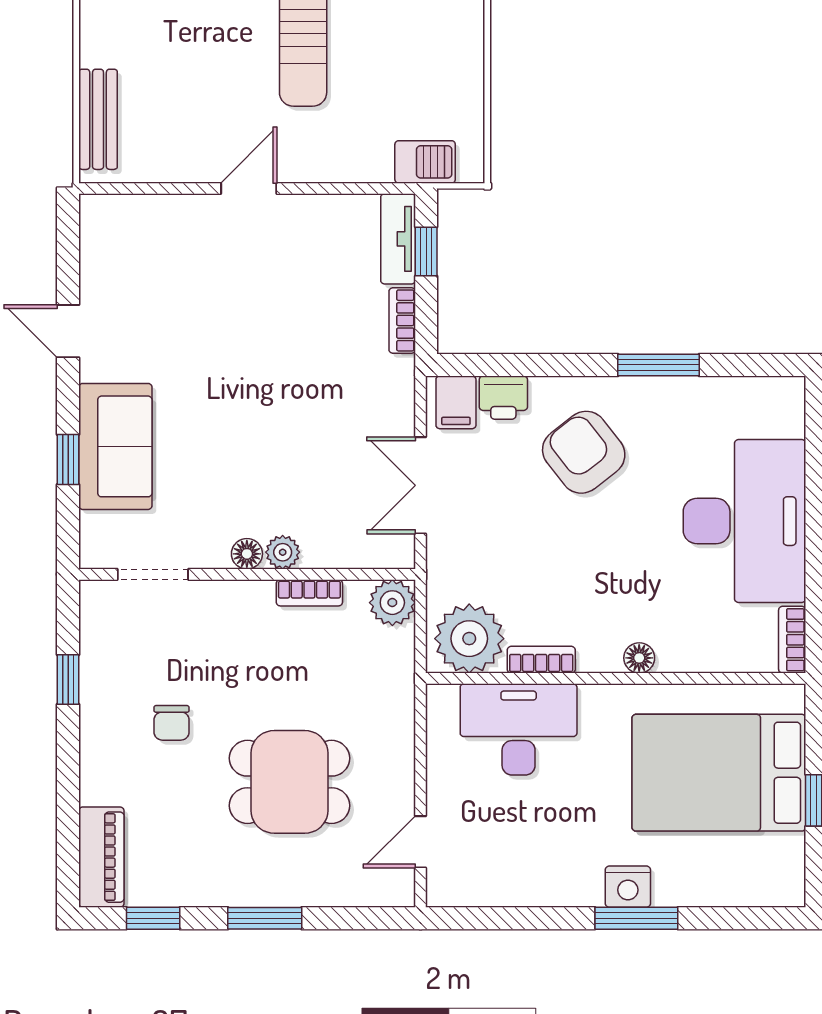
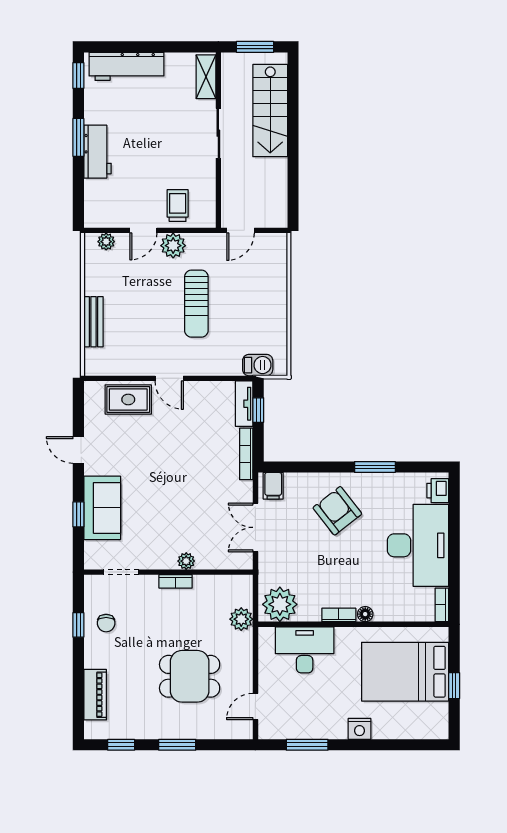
bench: (98, 119) -> (93, 322), moved
door: (249, 188) -> (169, 378), swing flipped
rug: (167, 231) -> (128, 399), added
bookcase: (402, 320) -> (246, 454), width x1.56
printer: (503, 398) -> (438, 491), moved, turned 90
floor lamp: (247, 554) -> (168, 562), removed
bookcase: (309, 593) -> (176, 581), moved
plant: (392, 603) -> (241, 619), moved
bookcase: (541, 660) -> (339, 615), moved
chair: (172, 723) -> (106, 623), moved
piano: (101, 857) -> (95, 695), moved
window: (636, 918) -> (307, 745), moved

